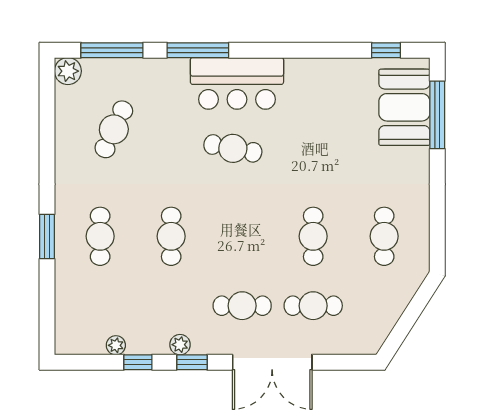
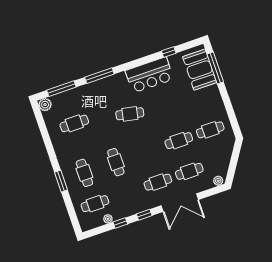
window: (386, 50) -> (169, 52), moved
bar counter: (237, 83) -> (149, 75), moved
cafe table: (114, 129) -> (74, 123), turned 65
cafe table: (313, 236) -> (179, 141), turned 90
cafe table: (384, 236) -> (210, 130), turned 90
cafe table: (100, 306) -> (95, 204), added
plant: (180, 345) -> (218, 181), moved

